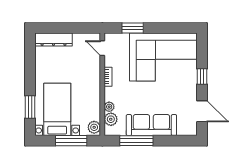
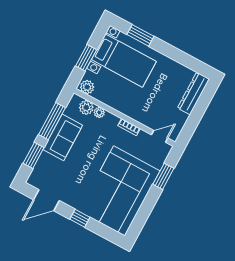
sofa: (151, 125) -> (63, 137), width x0.73
window: (71, 141) -> (86, 58), width x0.69
window: (172, 141) -> (34, 155), added

